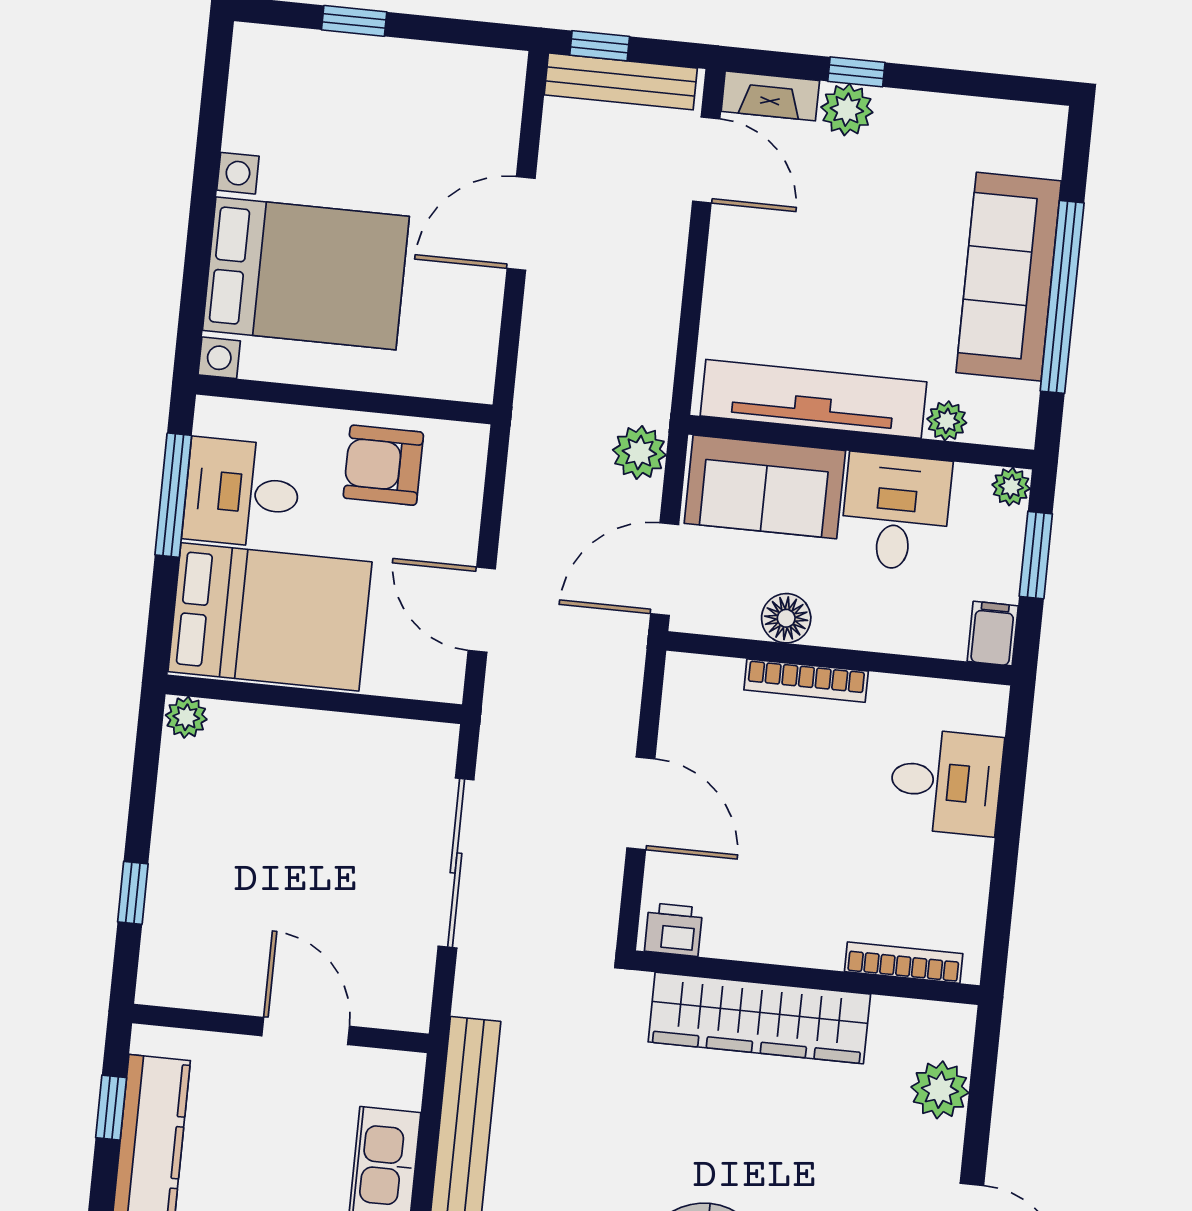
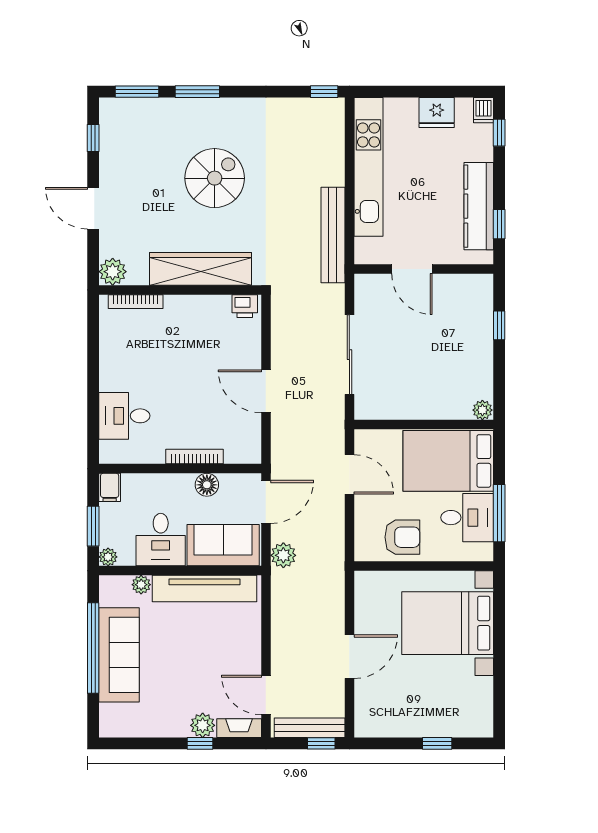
printer: (673, 930) -> (245, 306), moved
bookcase: (904, 963) -> (136, 302), moved
wall: (807, 978) -> (180, 290), moved
wardrobe: (759, 1018) -> (200, 269), moved

